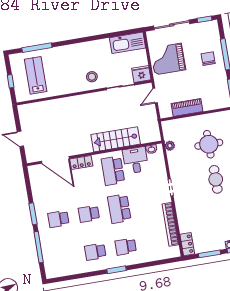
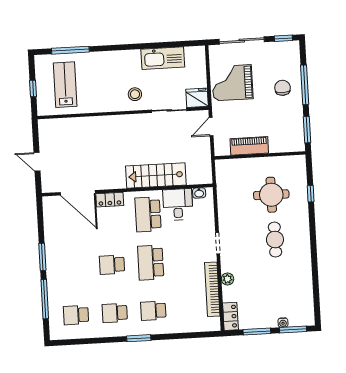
kitchen sink: (128, 43) -> (163, 58), moved
plant: (170, 146) -> (227, 279), moved
school desk: (58, 219) -> (76, 315), moved

